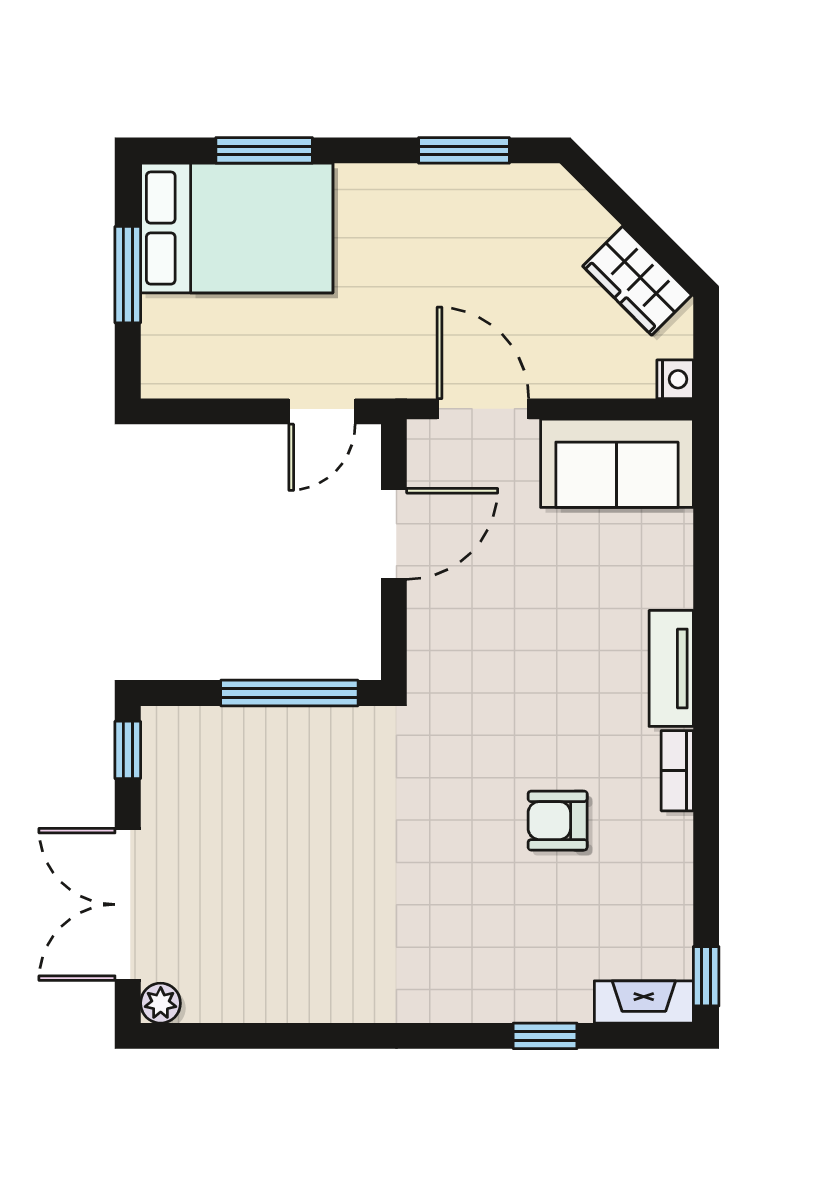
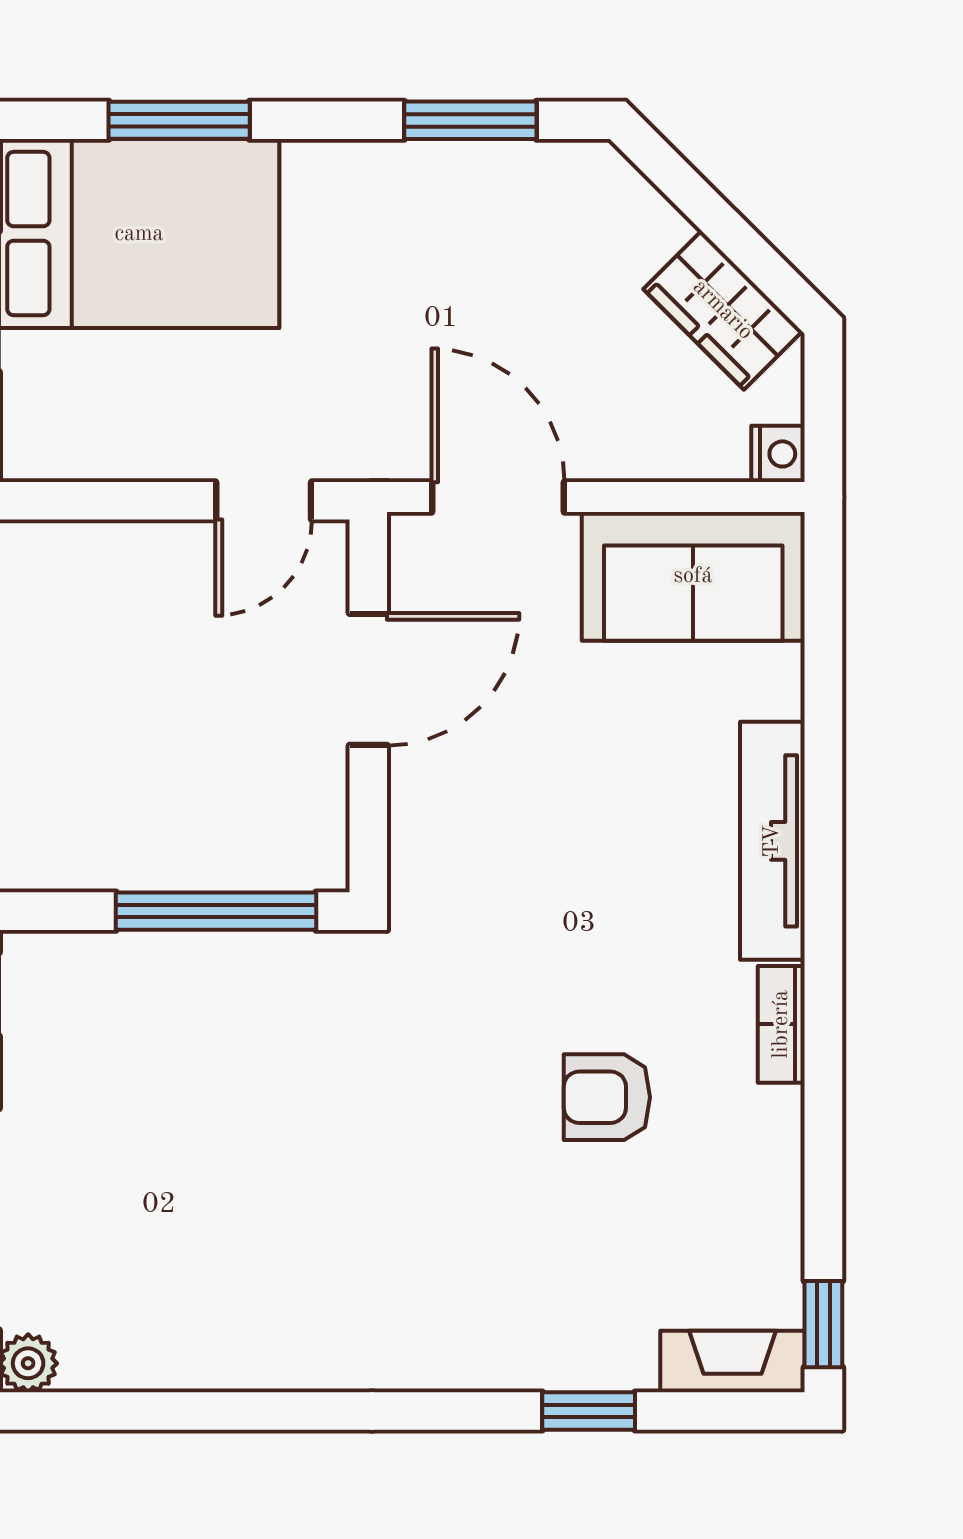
tv unit: (671, 668) -> (772, 841), width x1.41

